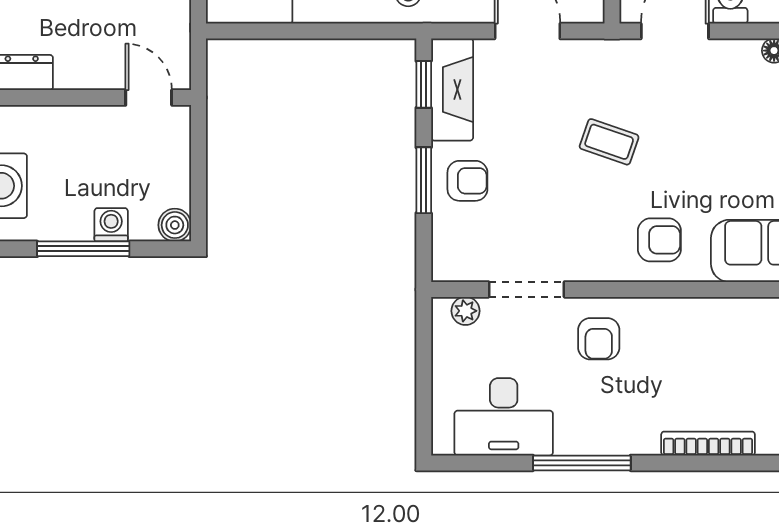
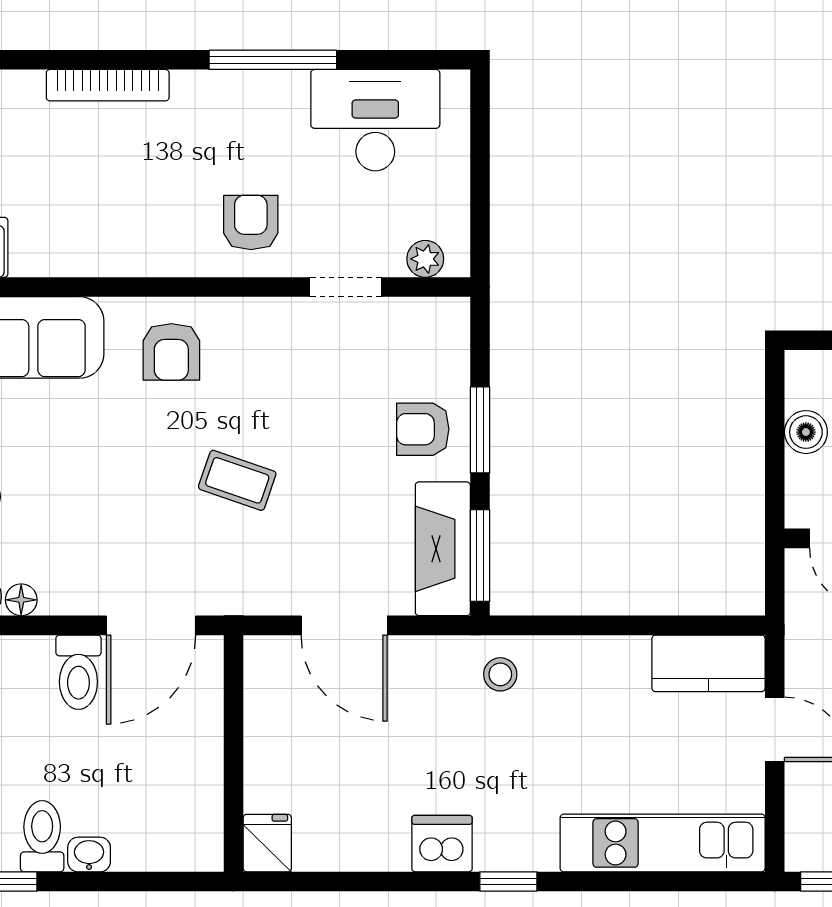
window: (424, 84) -> (480, 556), width x1.50
boiler: (175, 225) -> (806, 432), moved
armchair: (659, 240) -> (171, 352), turned -90
doorway: (527, 289) -> (345, 287), width x0.73

